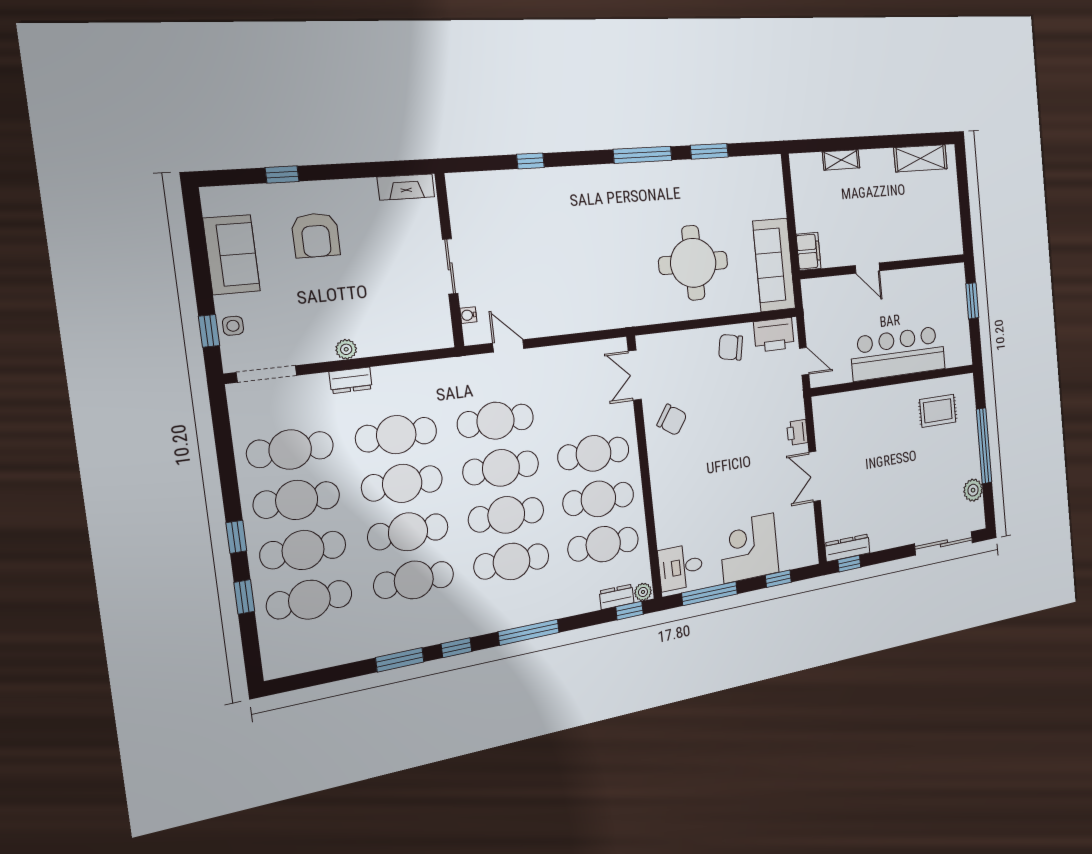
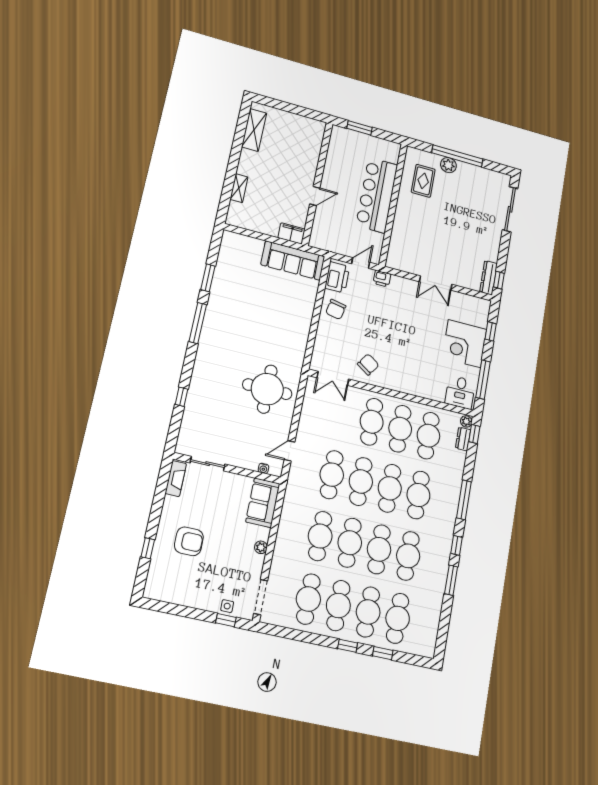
sofa: (232, 255) -> (263, 503), moved, turned -90
round table: (693, 263) -> (267, 389), moved
sliding door: (450, 266) -> (208, 464), moved
dresser: (351, 380) -> (280, 551), removed
printer: (797, 432) -> (382, 279), moved
plant: (973, 490) -> (448, 165), moved

